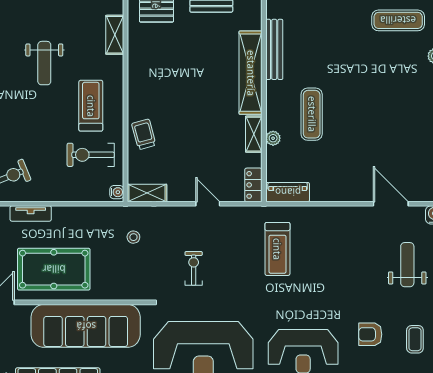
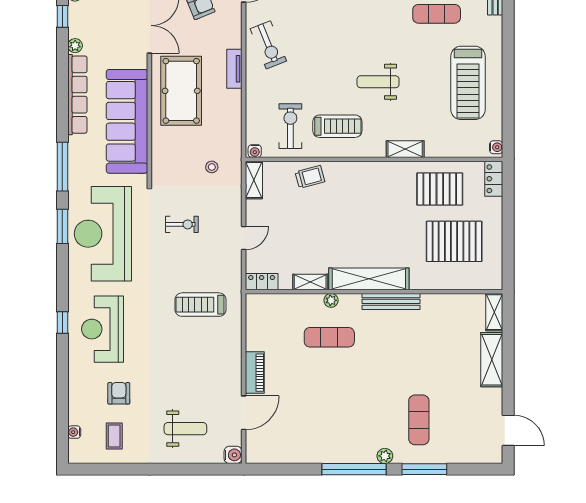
plant: (273, 138) -> (331, 300), moved
piano: (288, 192) -> (255, 373), moved
coffee table: (415, 339) -> (114, 436), turned 90

